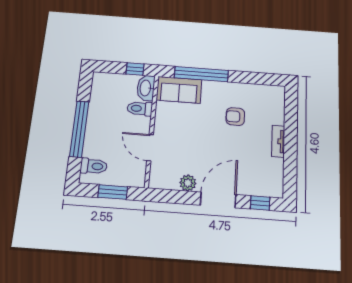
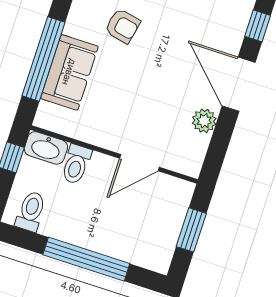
sofa: (179, 90) -> (69, 72), moved
armchair: (235, 117) -> (123, 26), turned -78
toilet: (94, 166) -> (31, 211), moved

